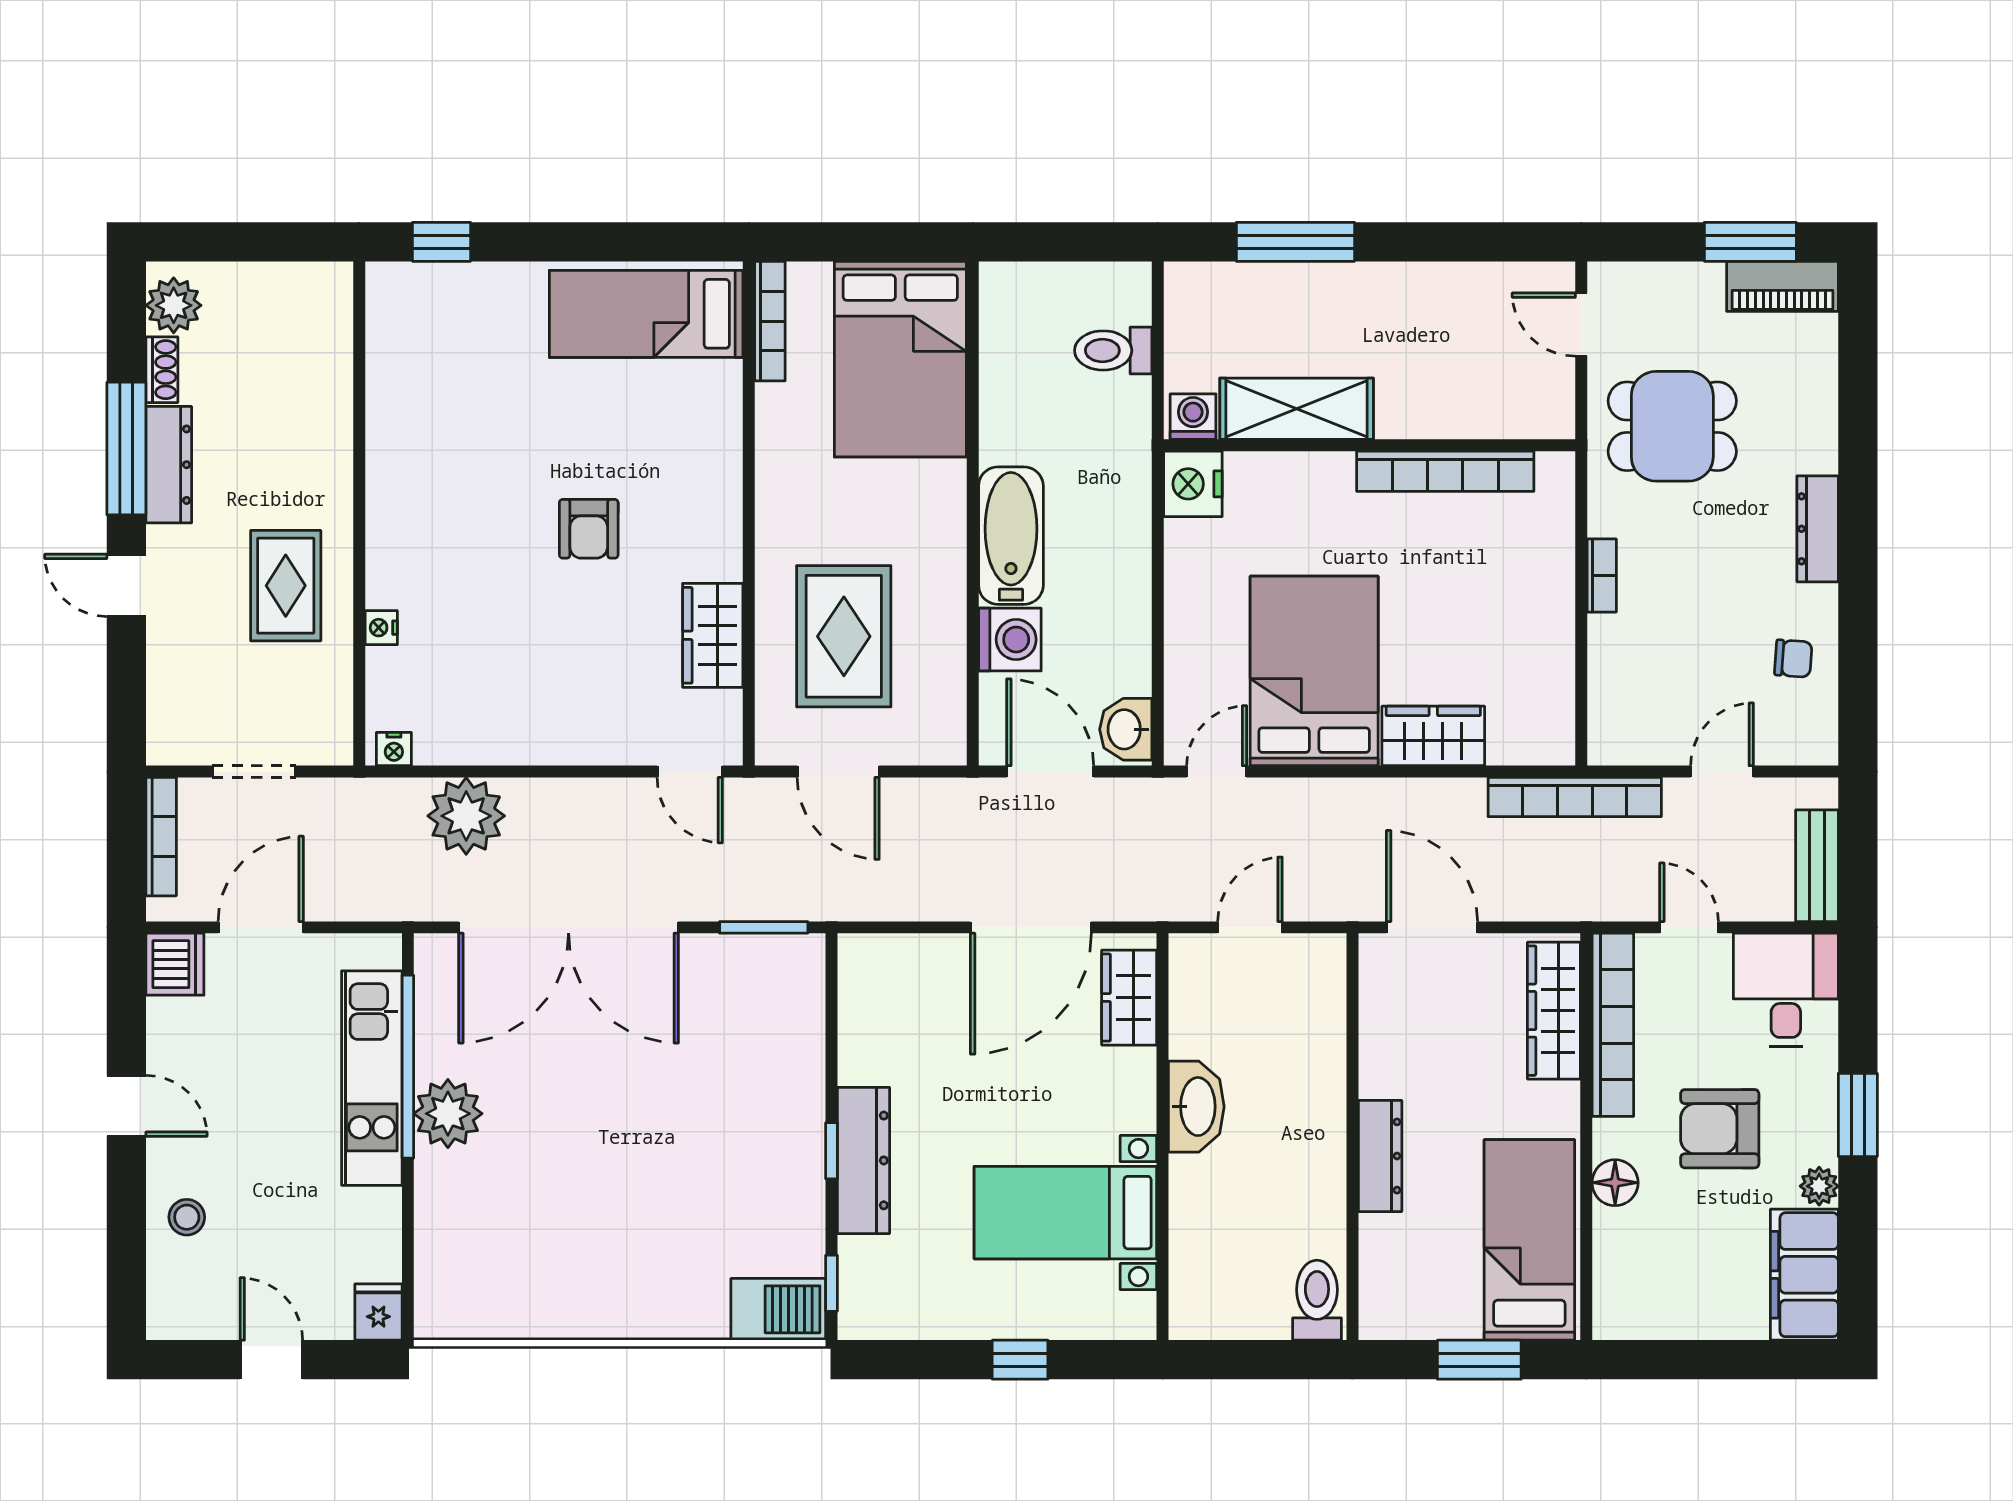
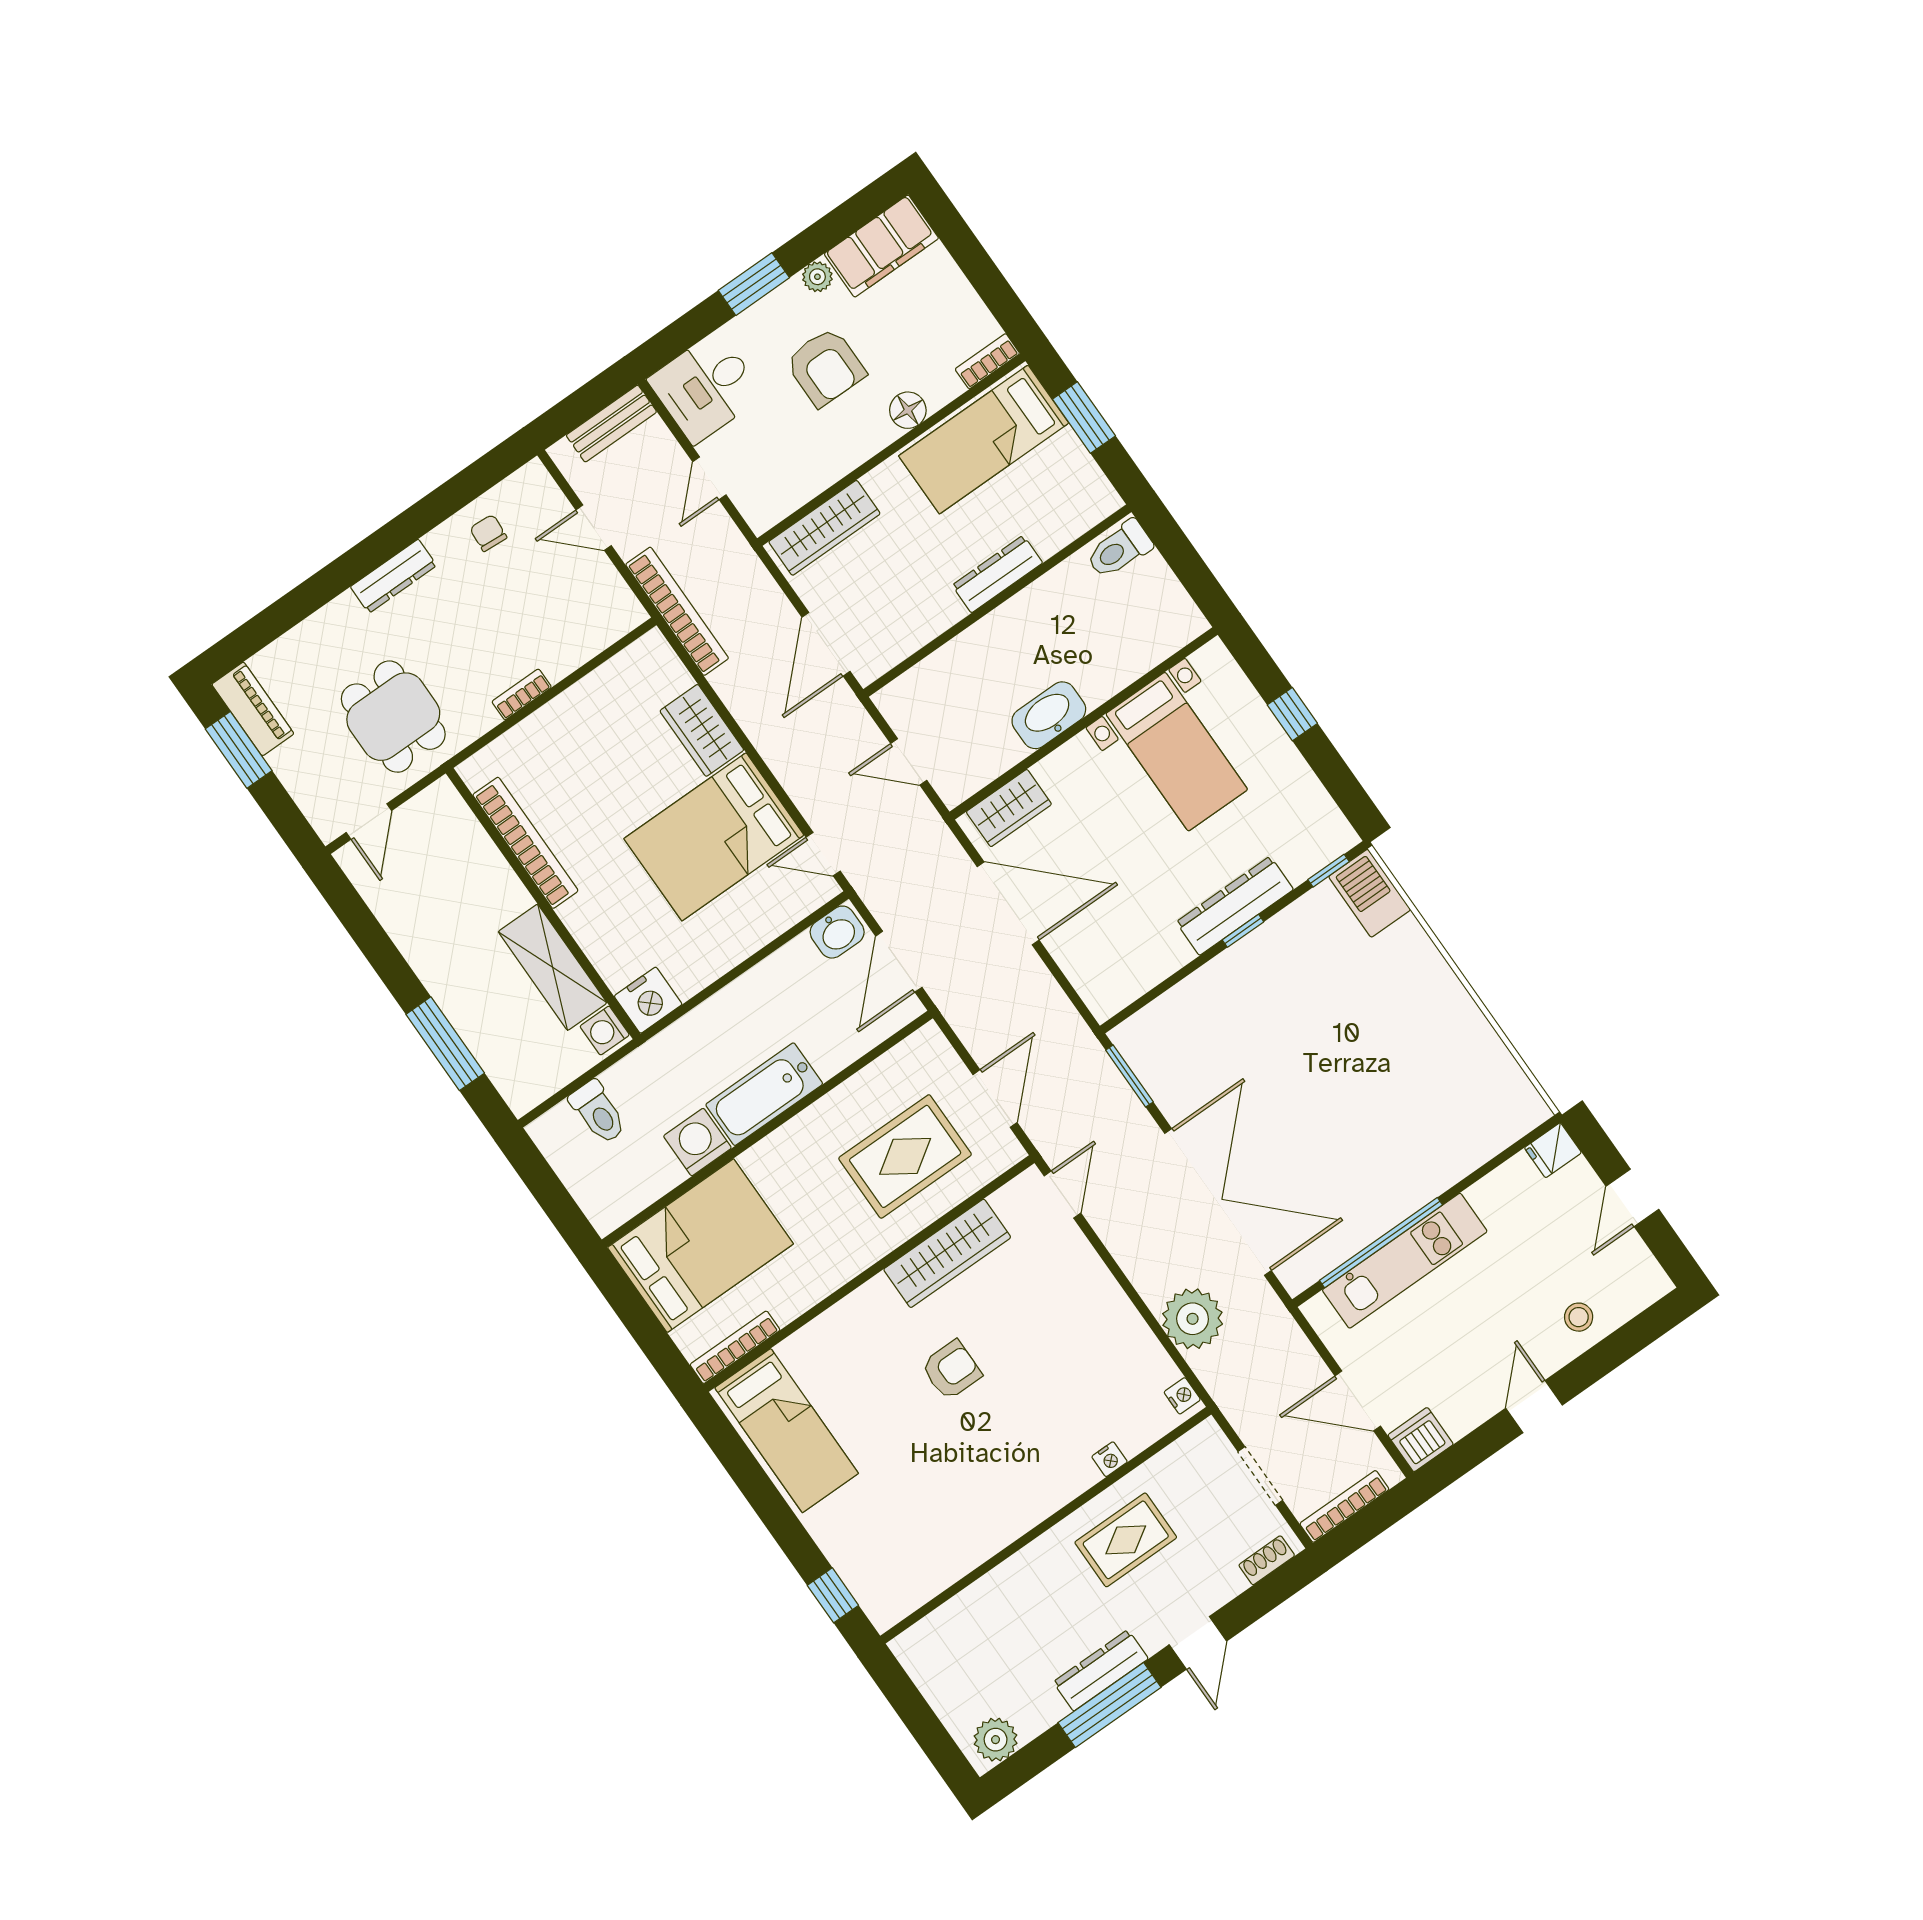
shoe rack: (162, 370) -> (1267, 1560), moved
wardrobe: (713, 635) -> (947, 1253), width x1.50
washing machine: (1010, 640) -> (697, 1142), moved
bookcase: (1613, 1025) -> (987, 361), moved, width x0.43, depth x0.76
plant: (448, 1114) -> (1393, 1195), removed

